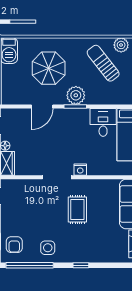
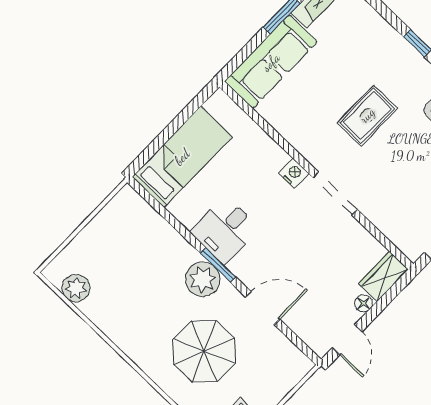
sun lounger: (103, 63) -> (124, 287), removed
desk: (103, 122) -> (225, 230), moved
rug: (77, 210) -> (367, 115), moved

